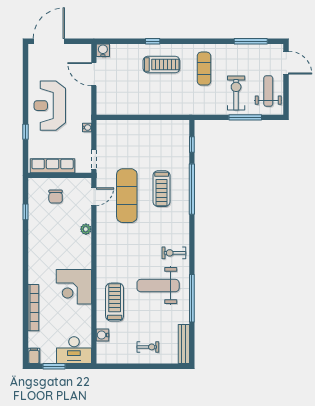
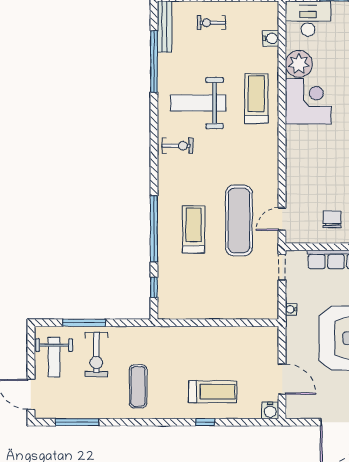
treadmill: (161, 65) -> (213, 392), moved, turned 180
plant: (86, 229) -> (299, 64), moved, width x1.87, depth x1.87
weight bench: (158, 286) -> (198, 103), turned 180
window: (192, 298) -> (154, 62), moved
treadmill: (115, 302) -> (256, 99), moved, turned 180

